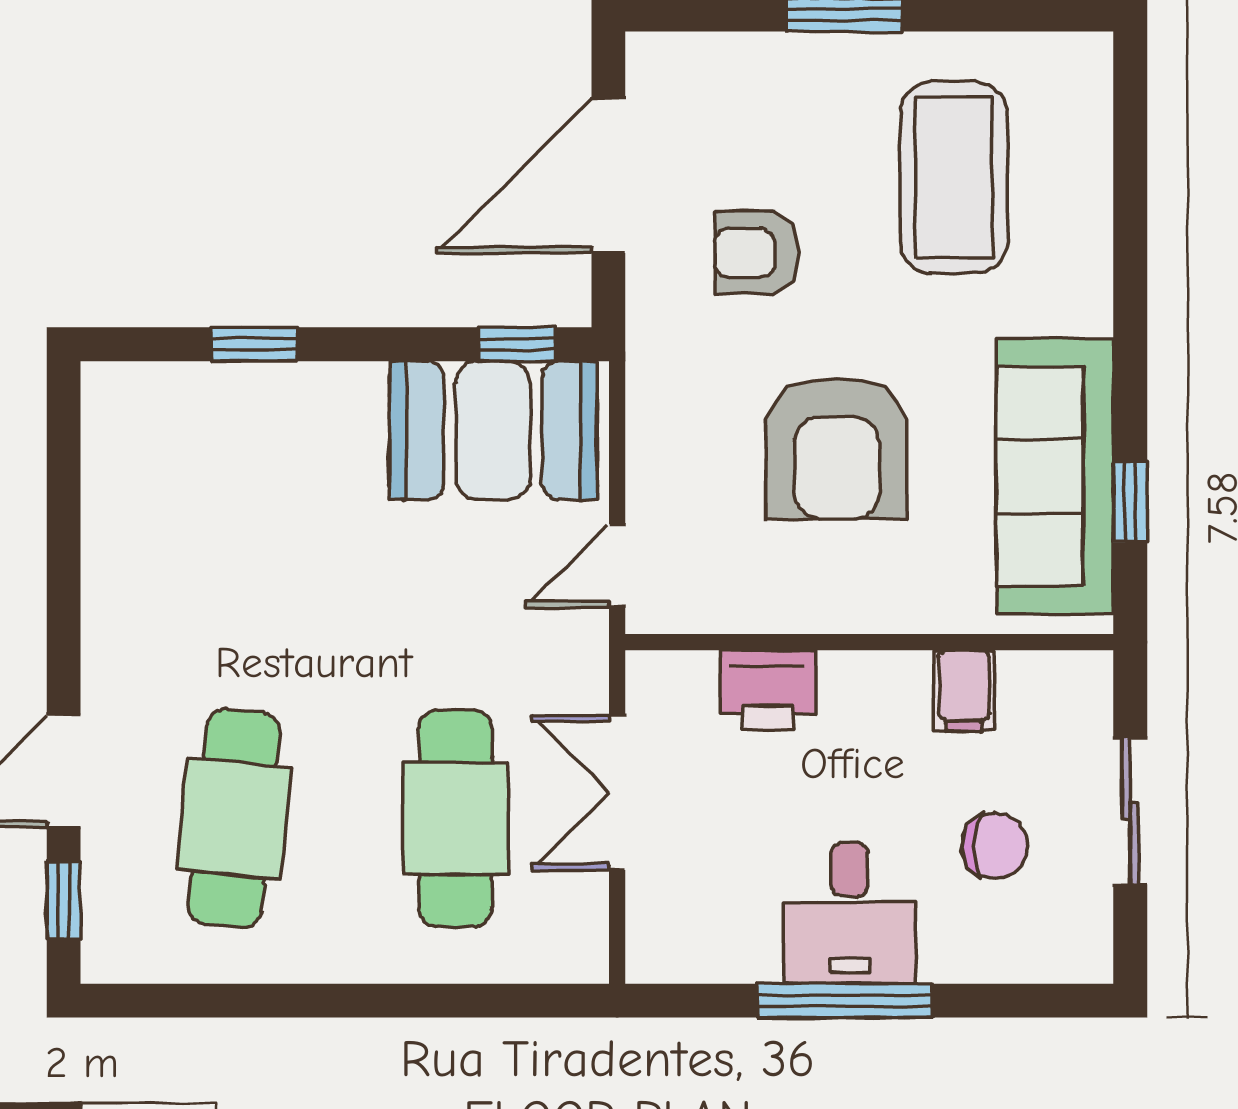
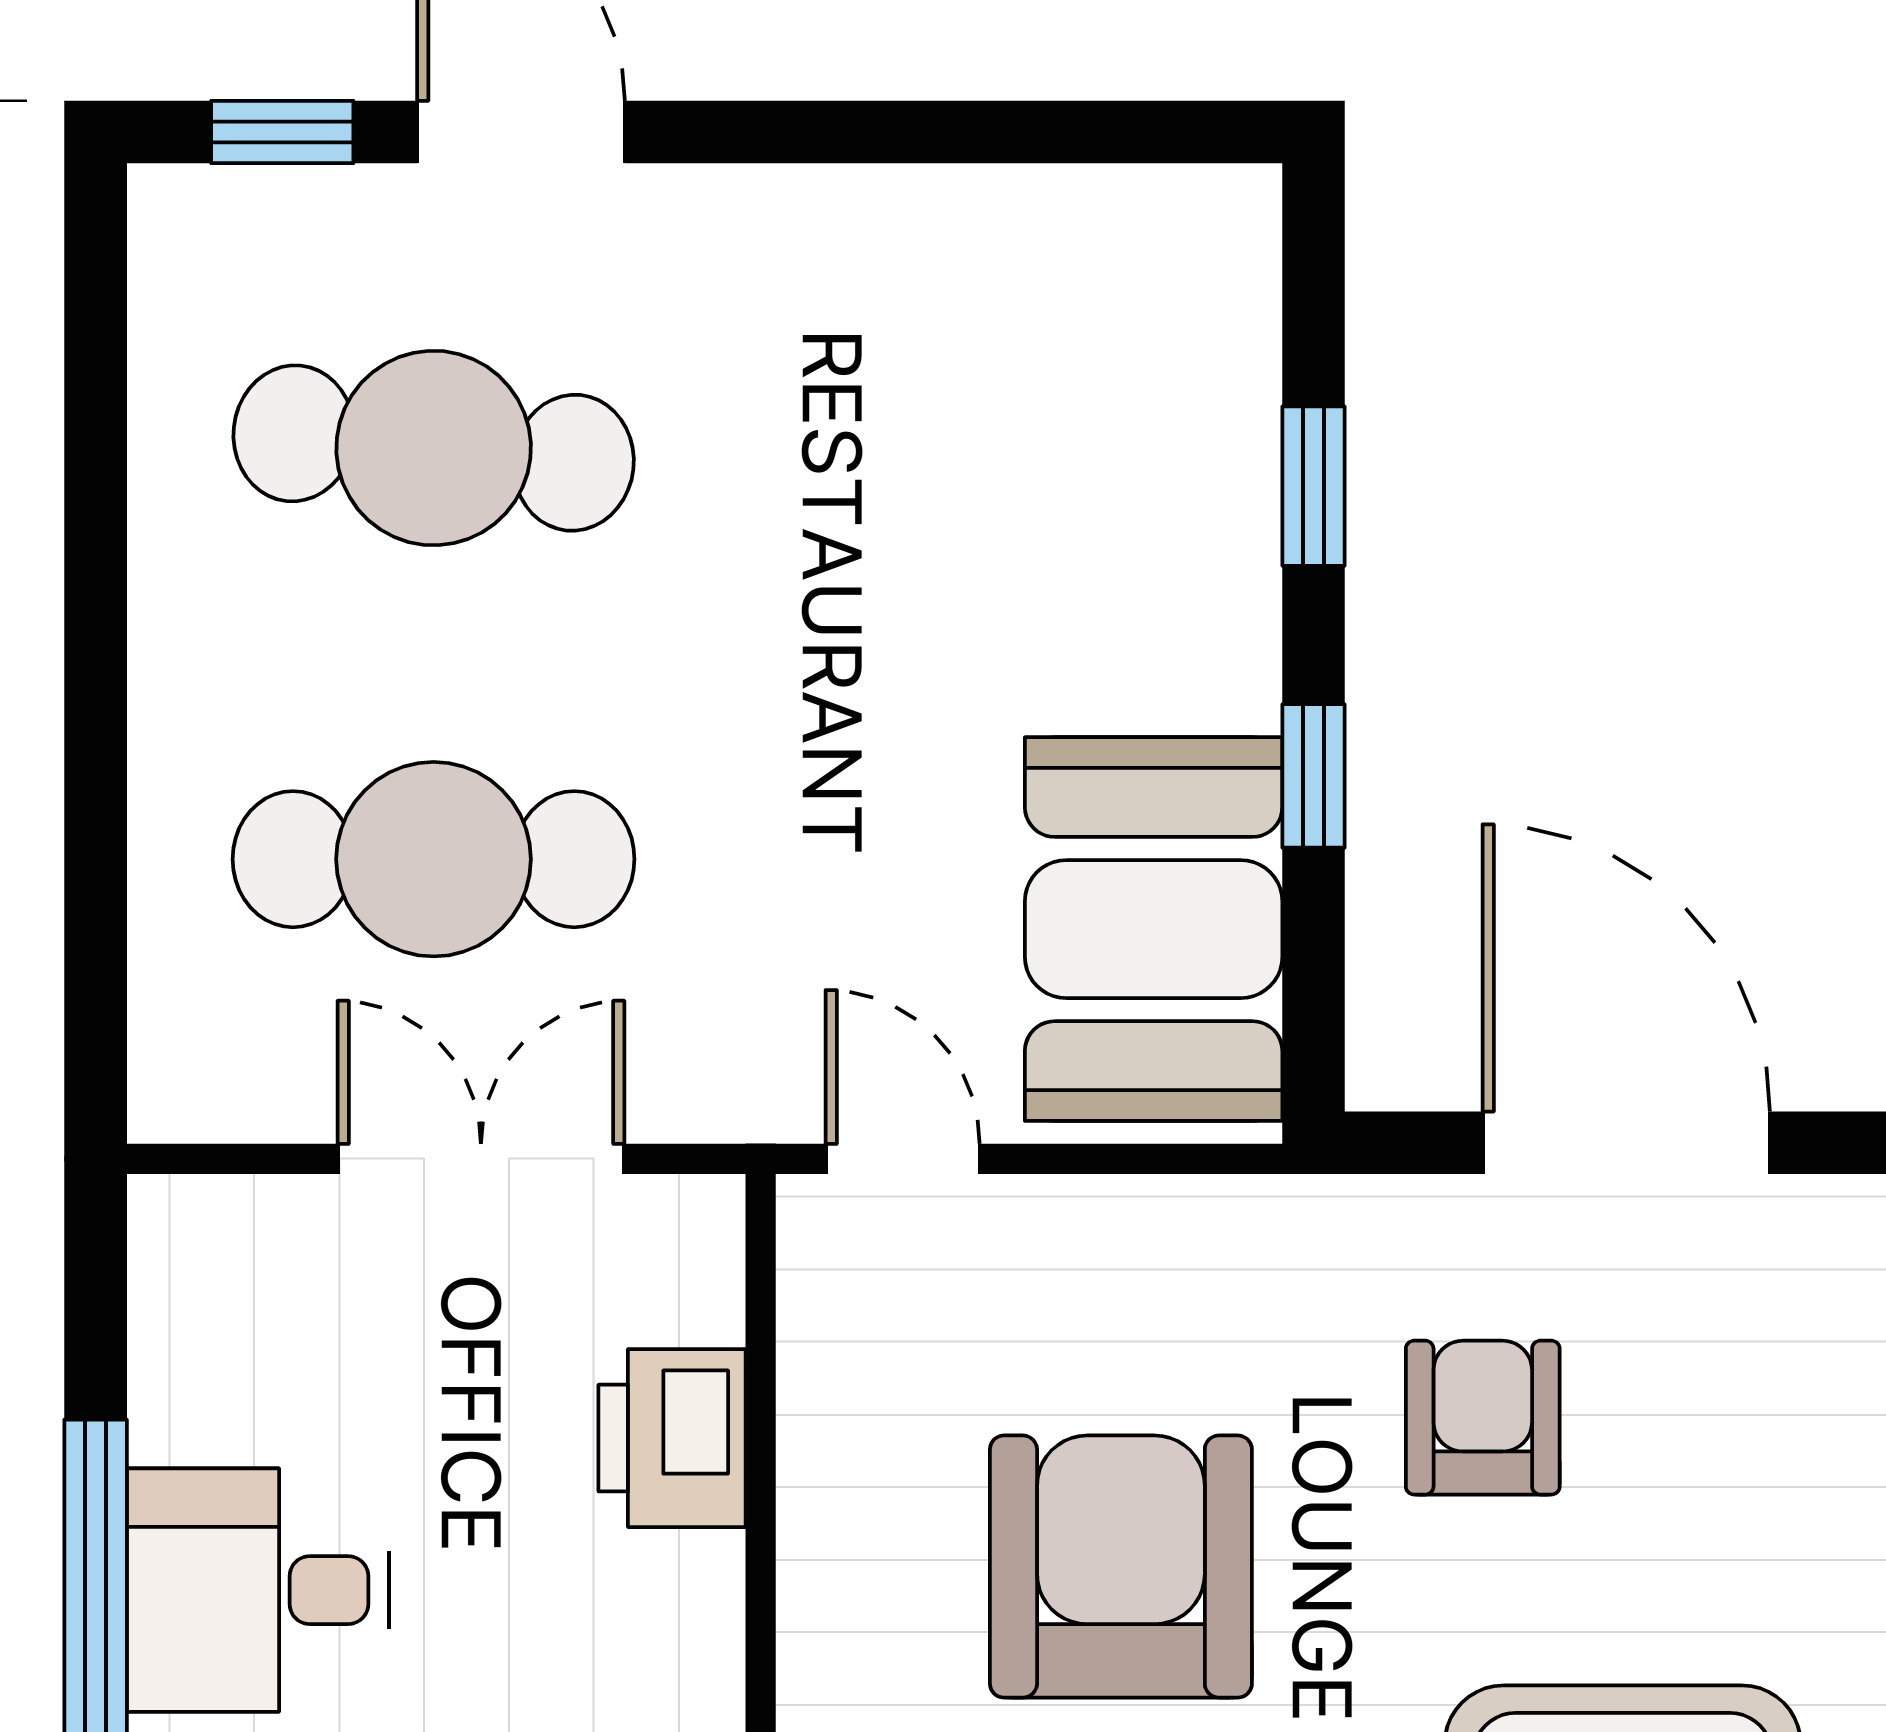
window: (517, 344) -> (1313, 776), moved
armchair: (837, 448) -> (1121, 1567), turned 90

